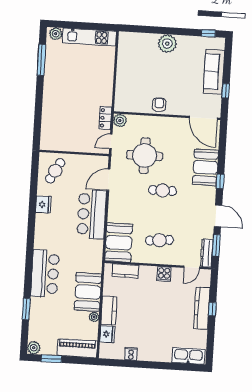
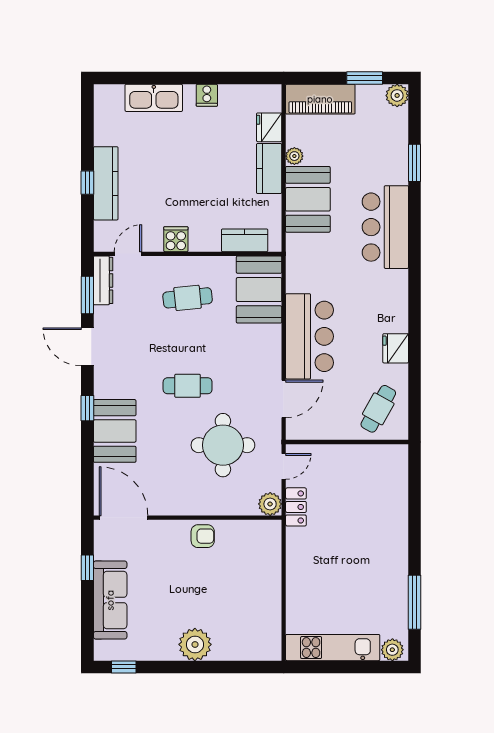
armchair: (159, 105) -> (203, 536), turned -90
cooker: (131, 354) -> (207, 95), moved
kitchen sink: (188, 356) -> (154, 98), moved

